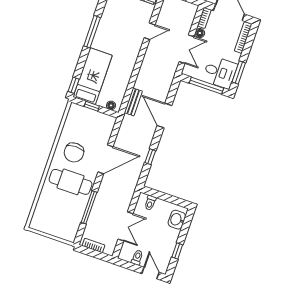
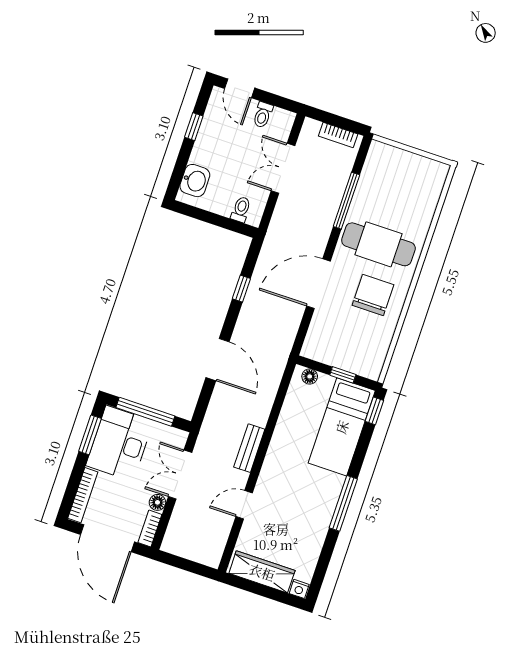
desk: (220, 72) -> (120, 443), width x1.37
bench: (133, 102) -> (249, 448), moved

